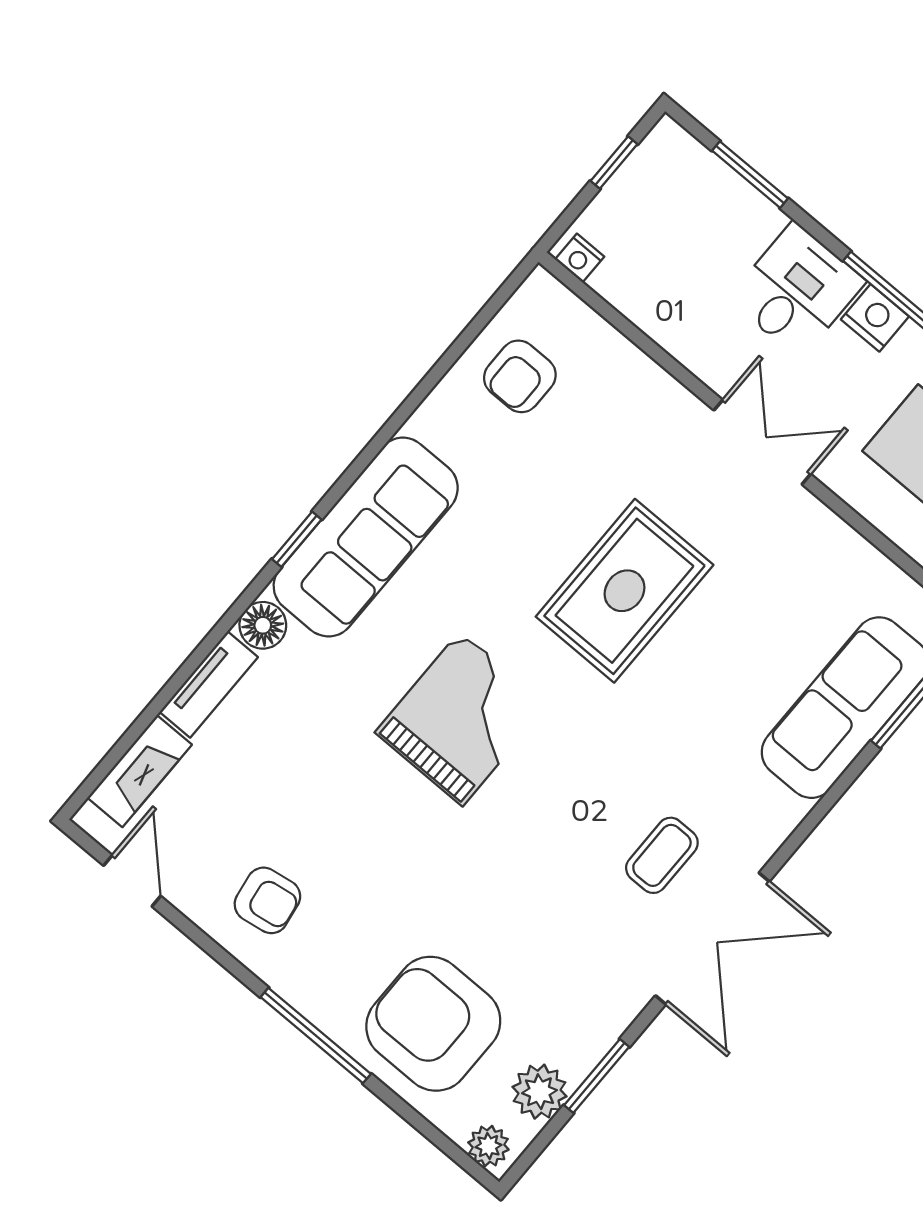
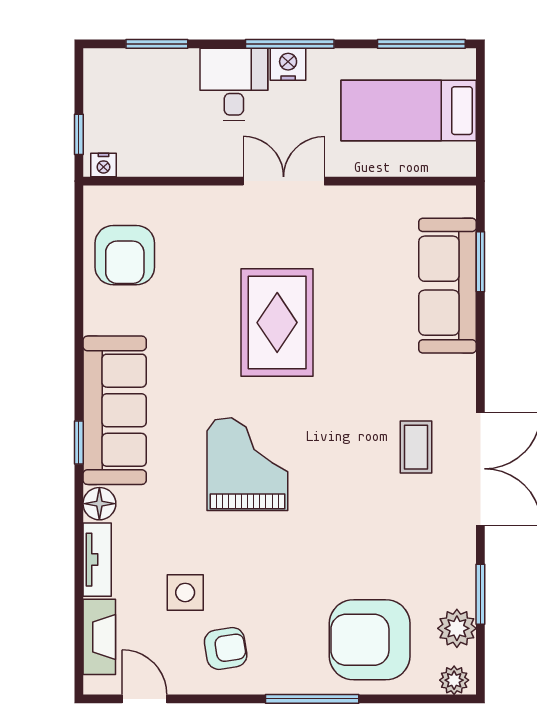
window: (614, 163) -> (79, 134), moved
armchair: (520, 376) -> (125, 255), width x1.38, depth x1.38
side table: (275, 802) -> (185, 592), added

